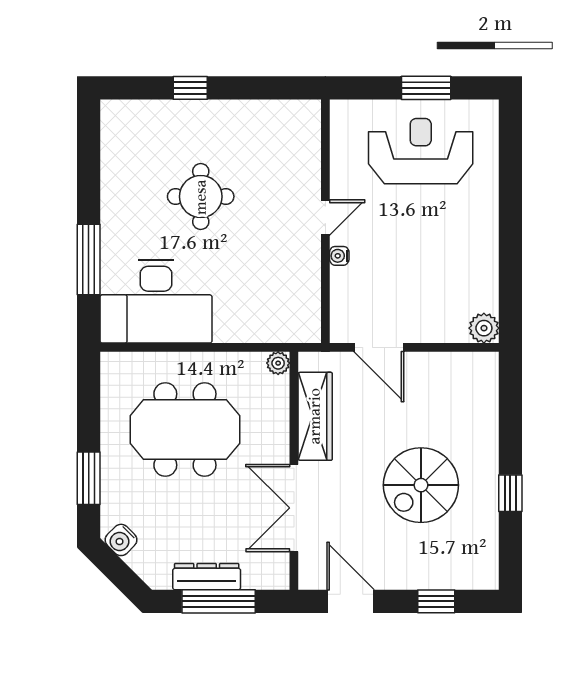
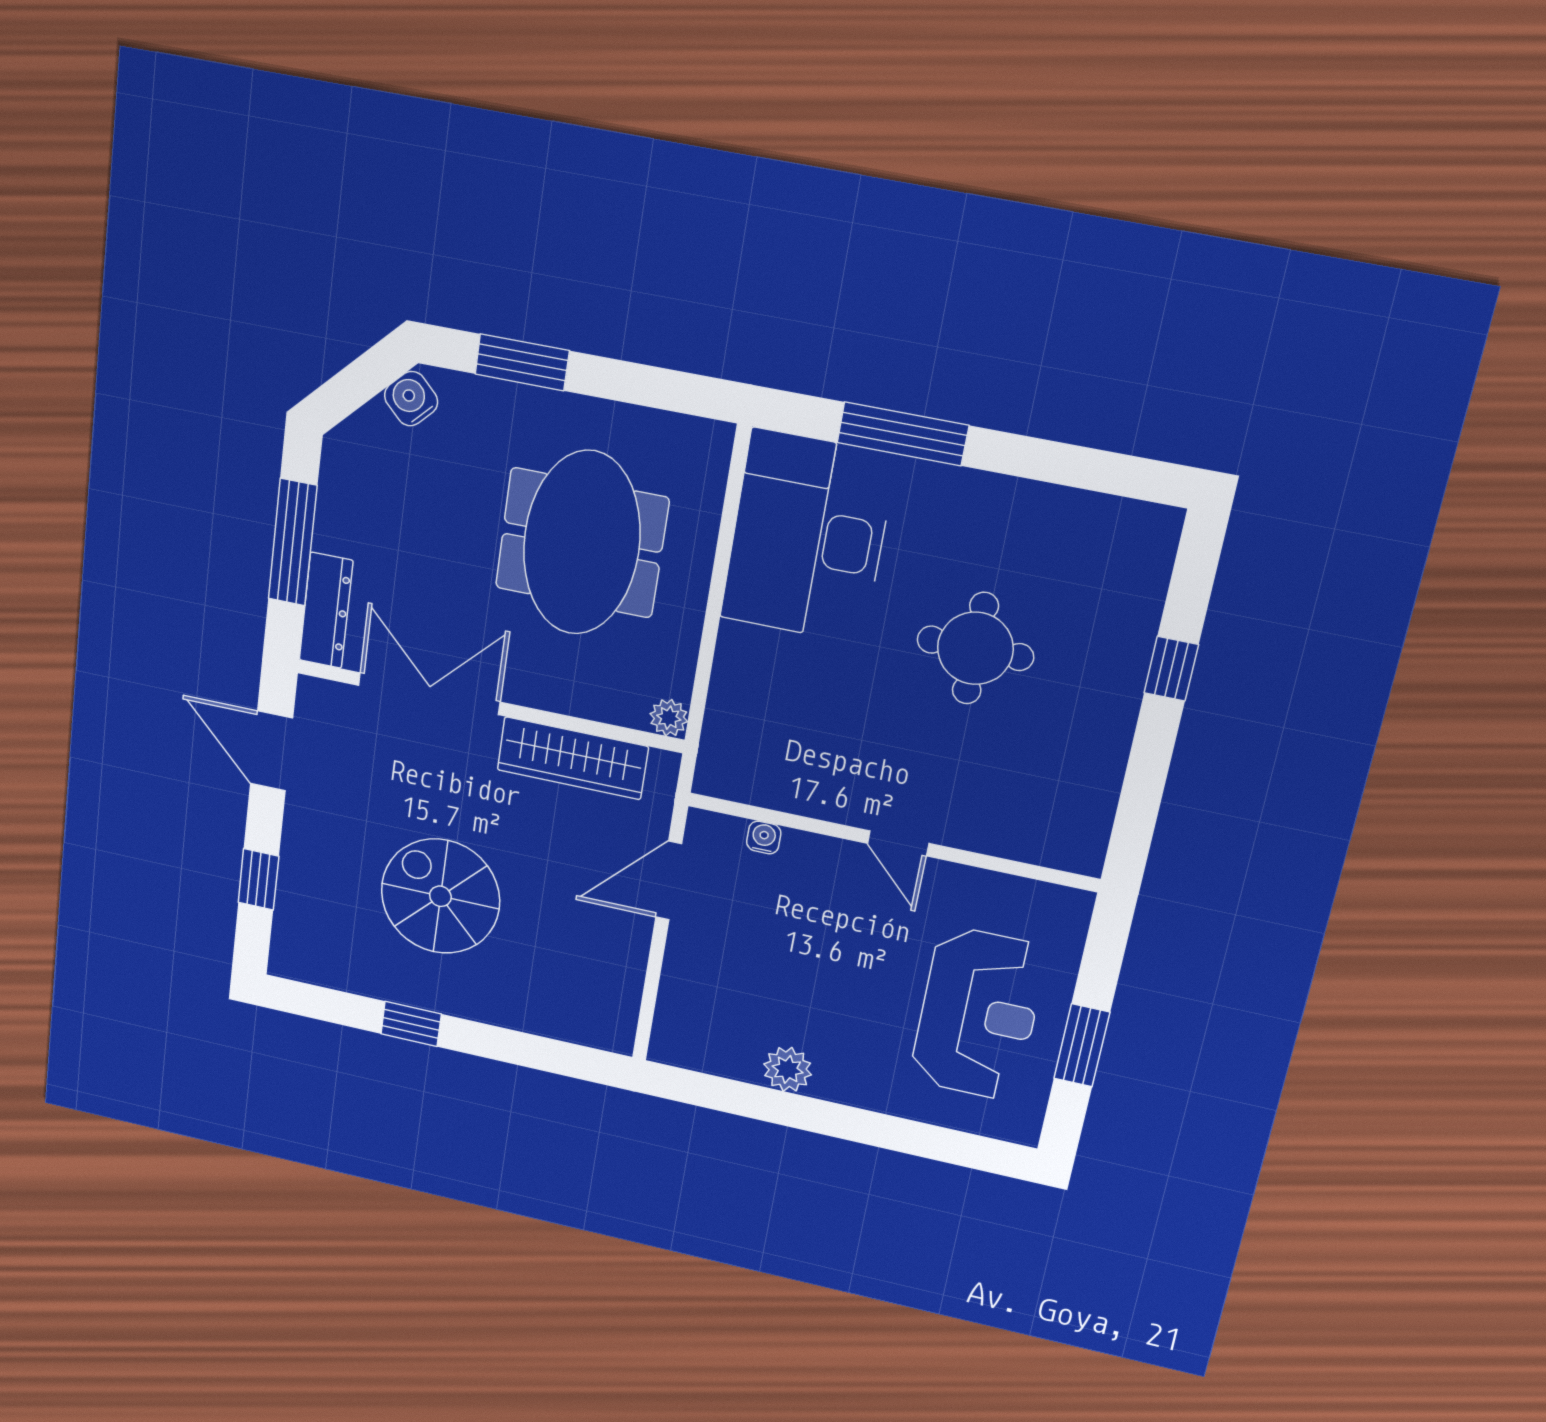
water cooler: (339, 256) -> (764, 837), moved
plant: (484, 328) -> (788, 1069), moved
dresser: (207, 577) -> (326, 610), moved
door: (351, 601) -> (271, 751), swing flipped

